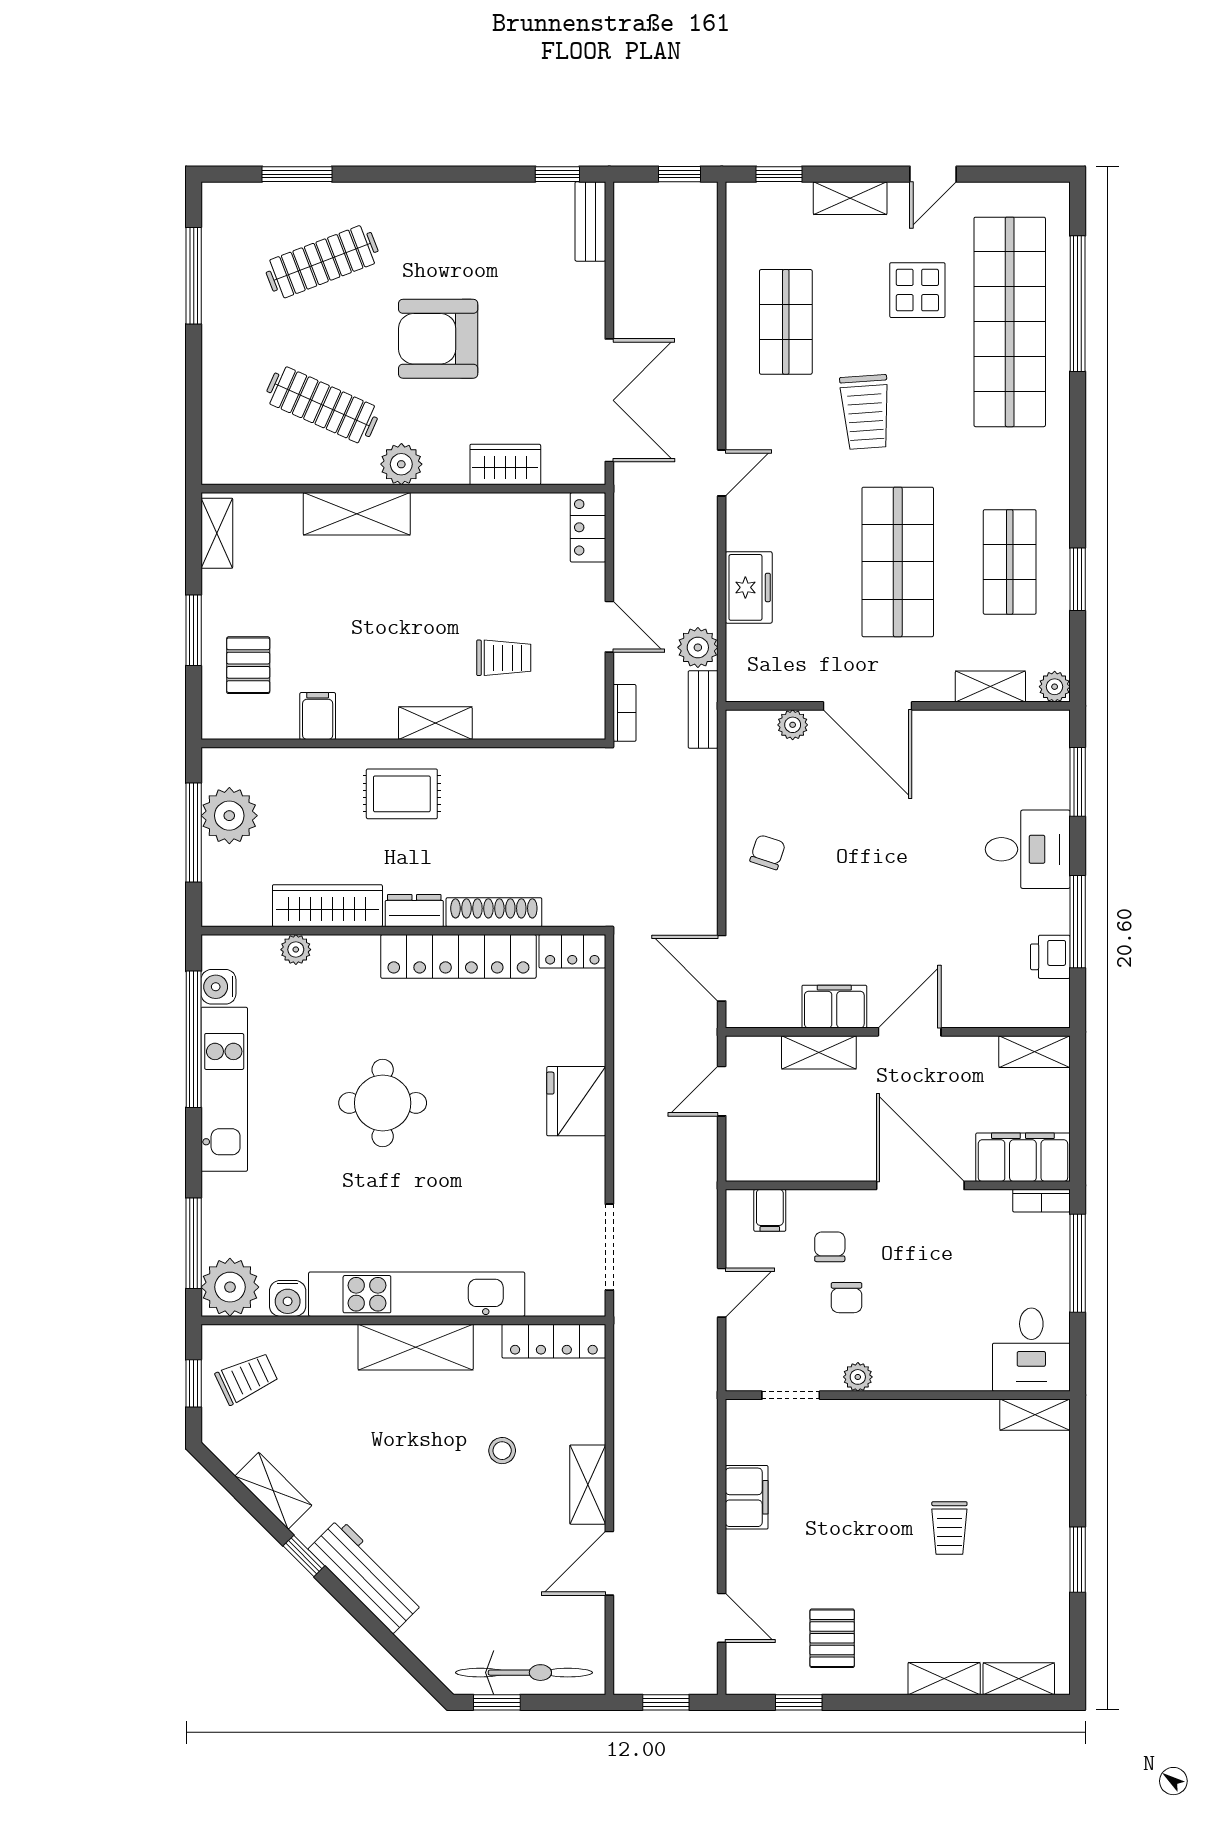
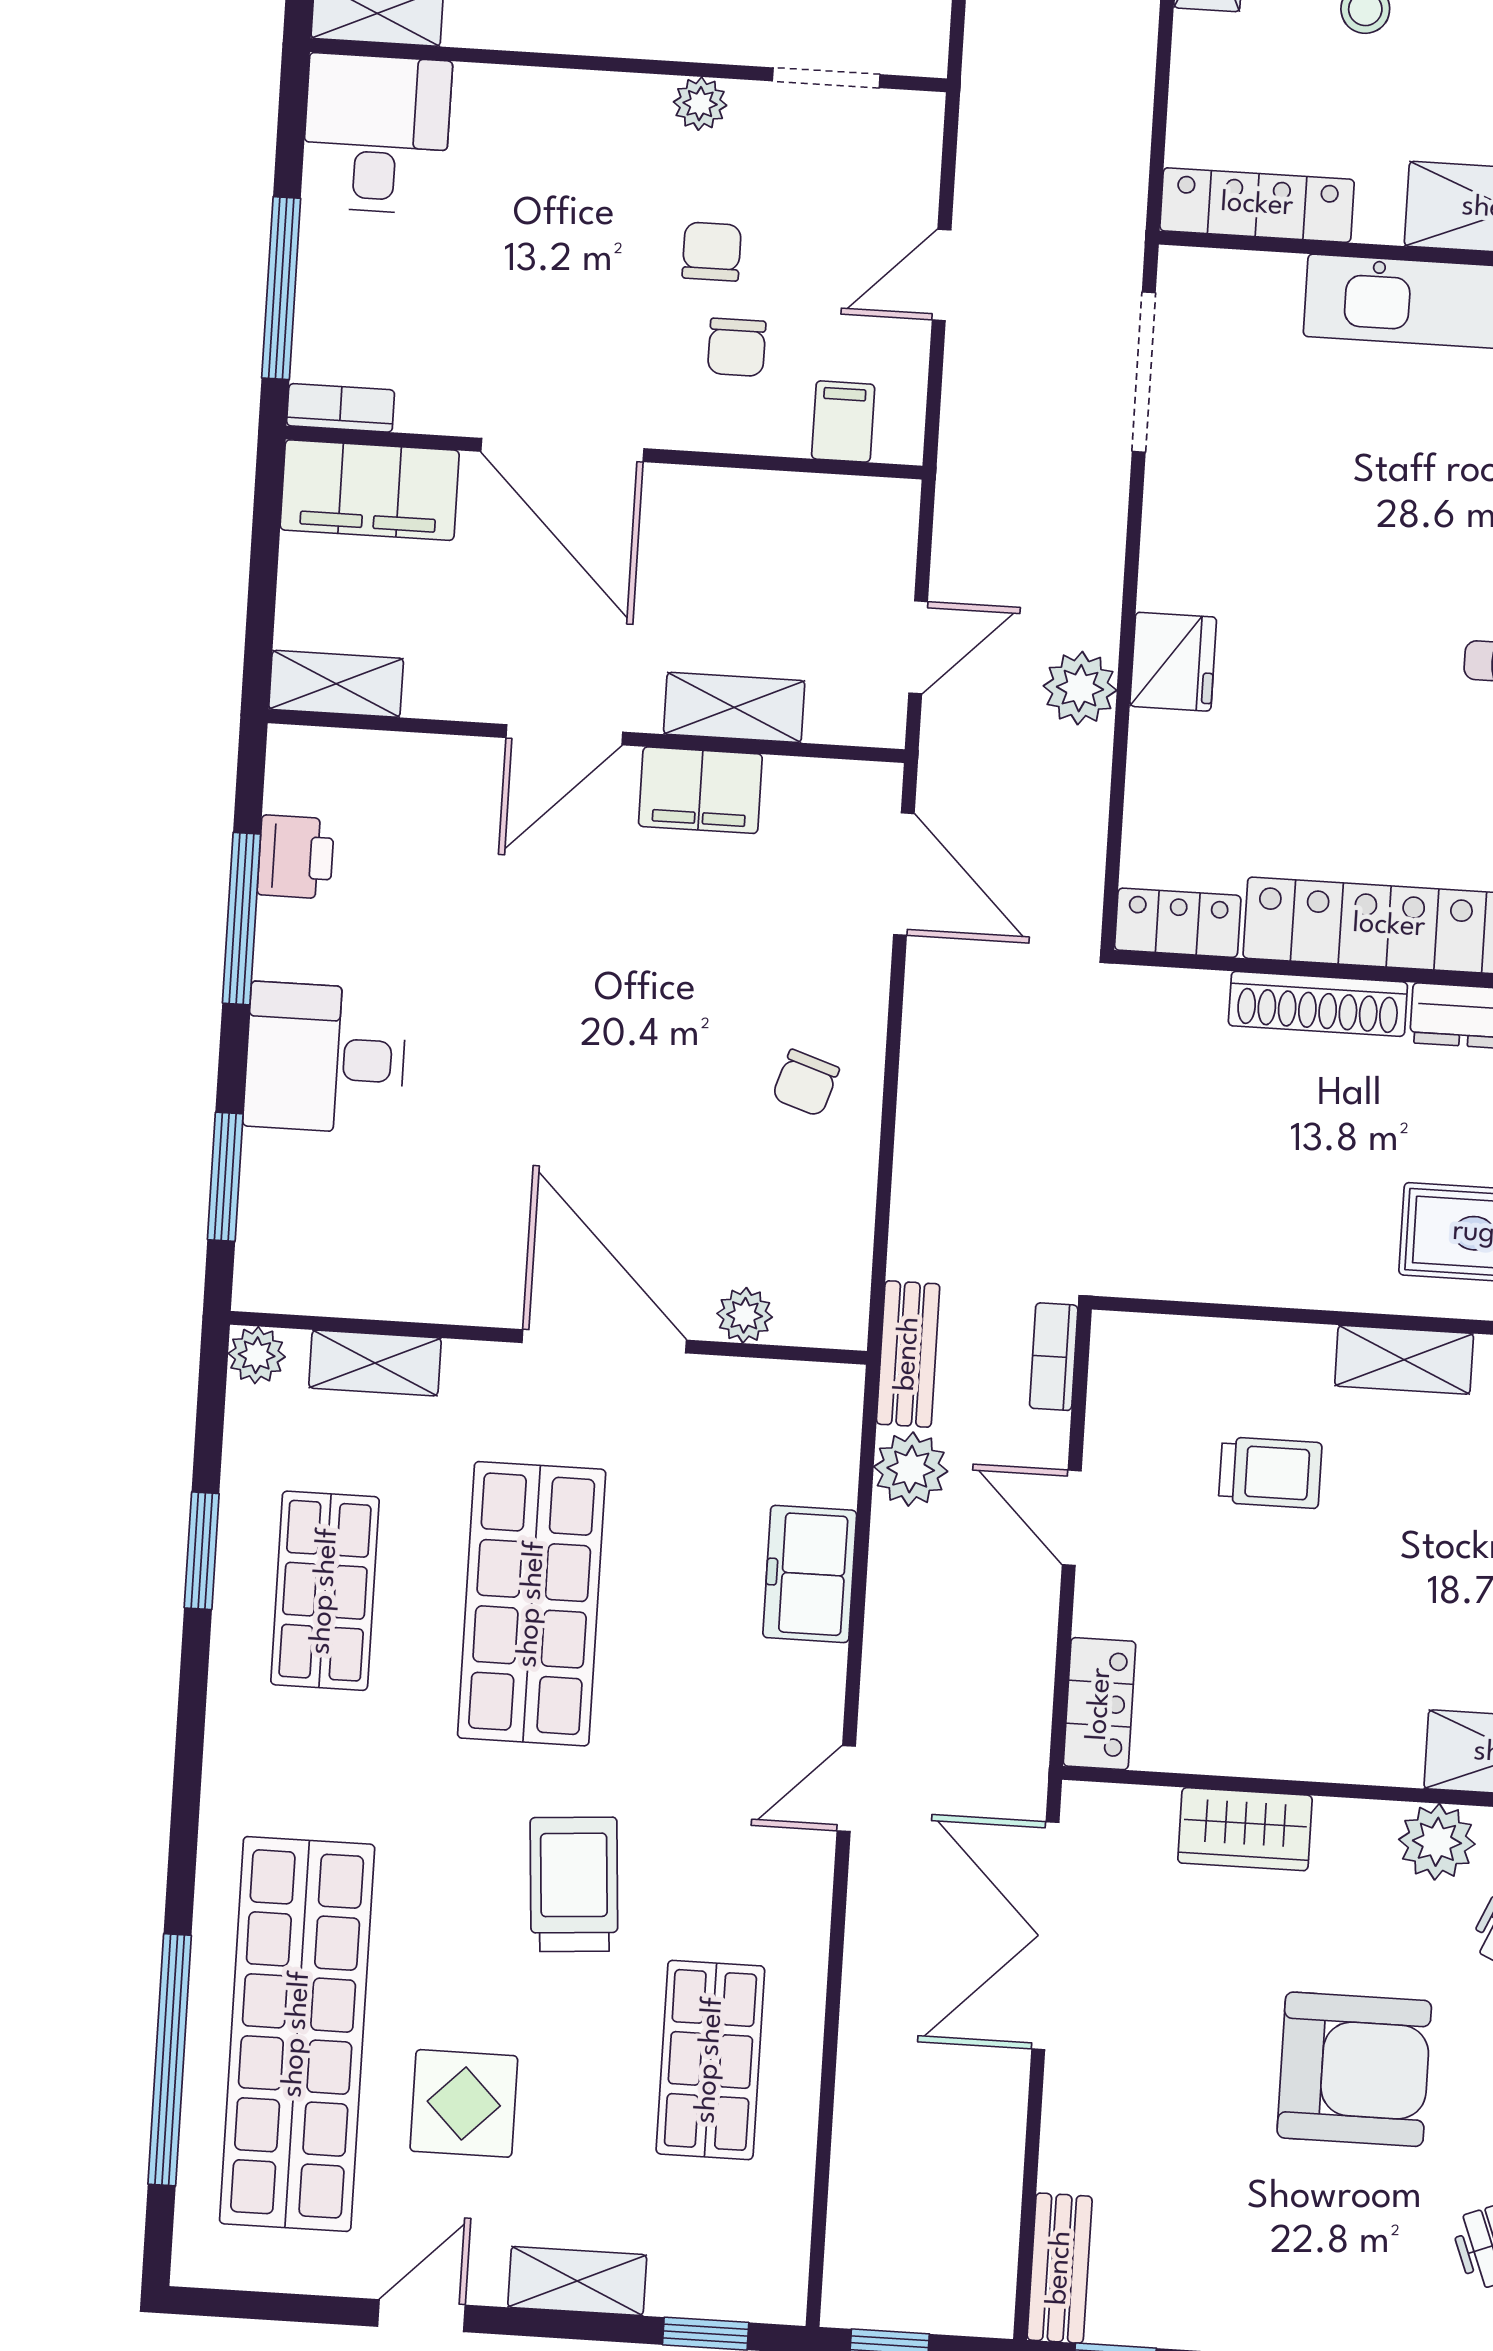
trolley: (504, 658) -> (1270, 1473), turned 180
plant: (633, 1075) -> (1080, 688), added
fridge: (576, 1101) -> (1173, 662), width x0.73, depth x0.75

